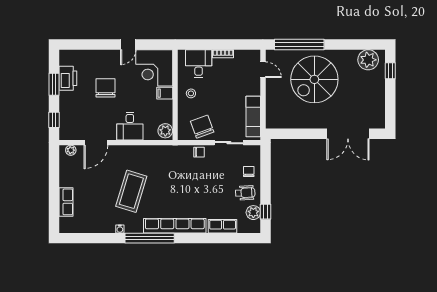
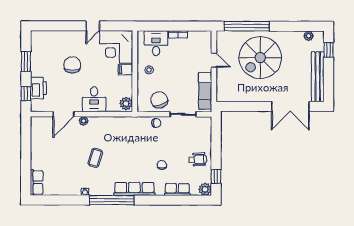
plant: (368, 60) -> (309, 36), width x0.53, depth x0.53
door: (263, 70) -> (214, 60), moved
printer: (68, 78) -> (38, 88), moved
bench: (378, 101) -> (318, 77), added
plant: (71, 150) -> (84, 121), moved
chair: (249, 172) -> (162, 165), moved
coffee table: (131, 191) -> (95, 158), width x0.54, depth x0.58
row of seats: (66, 202) -> (37, 182), moved
plant: (253, 213) -> (205, 189), moved
row of seats: (175, 226) -> (134, 189), width x0.73

